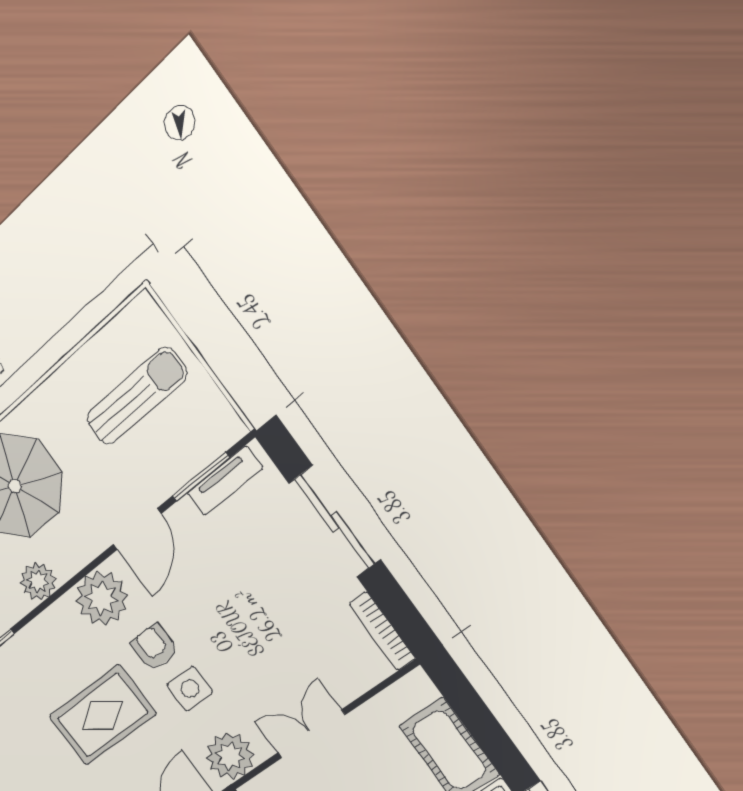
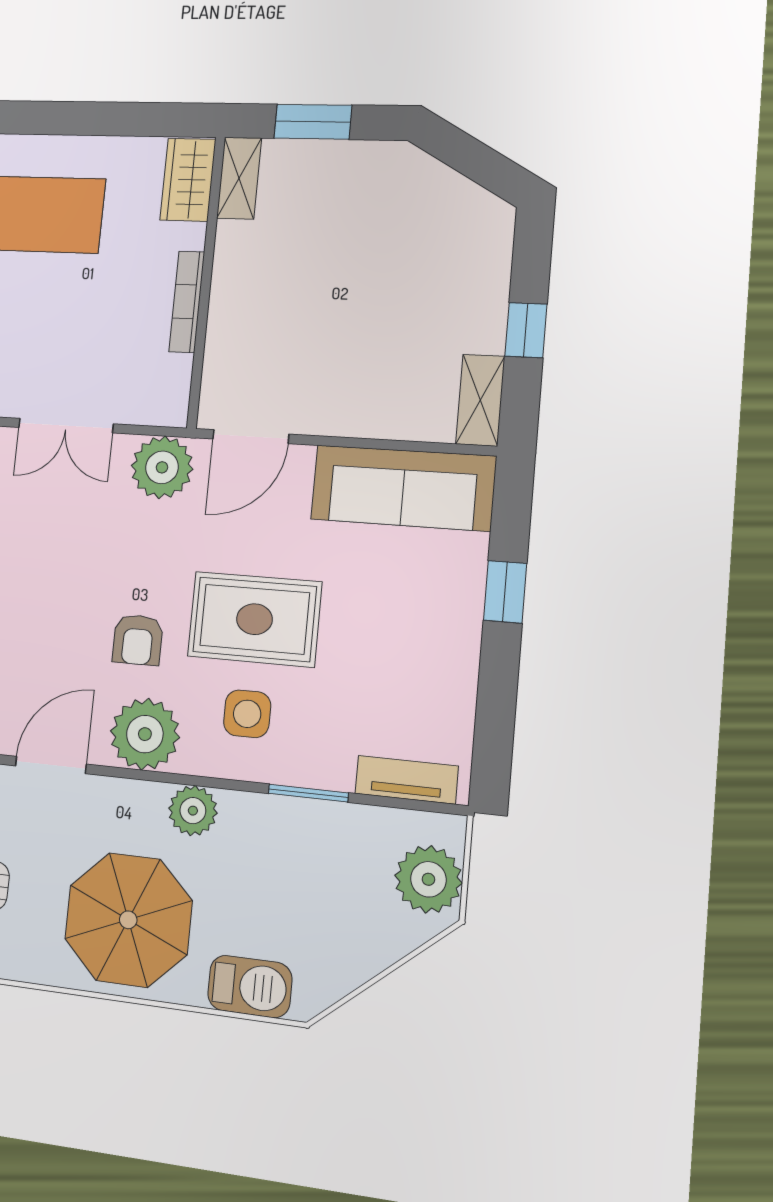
side table: (190, 689) -> (247, 714), moved

